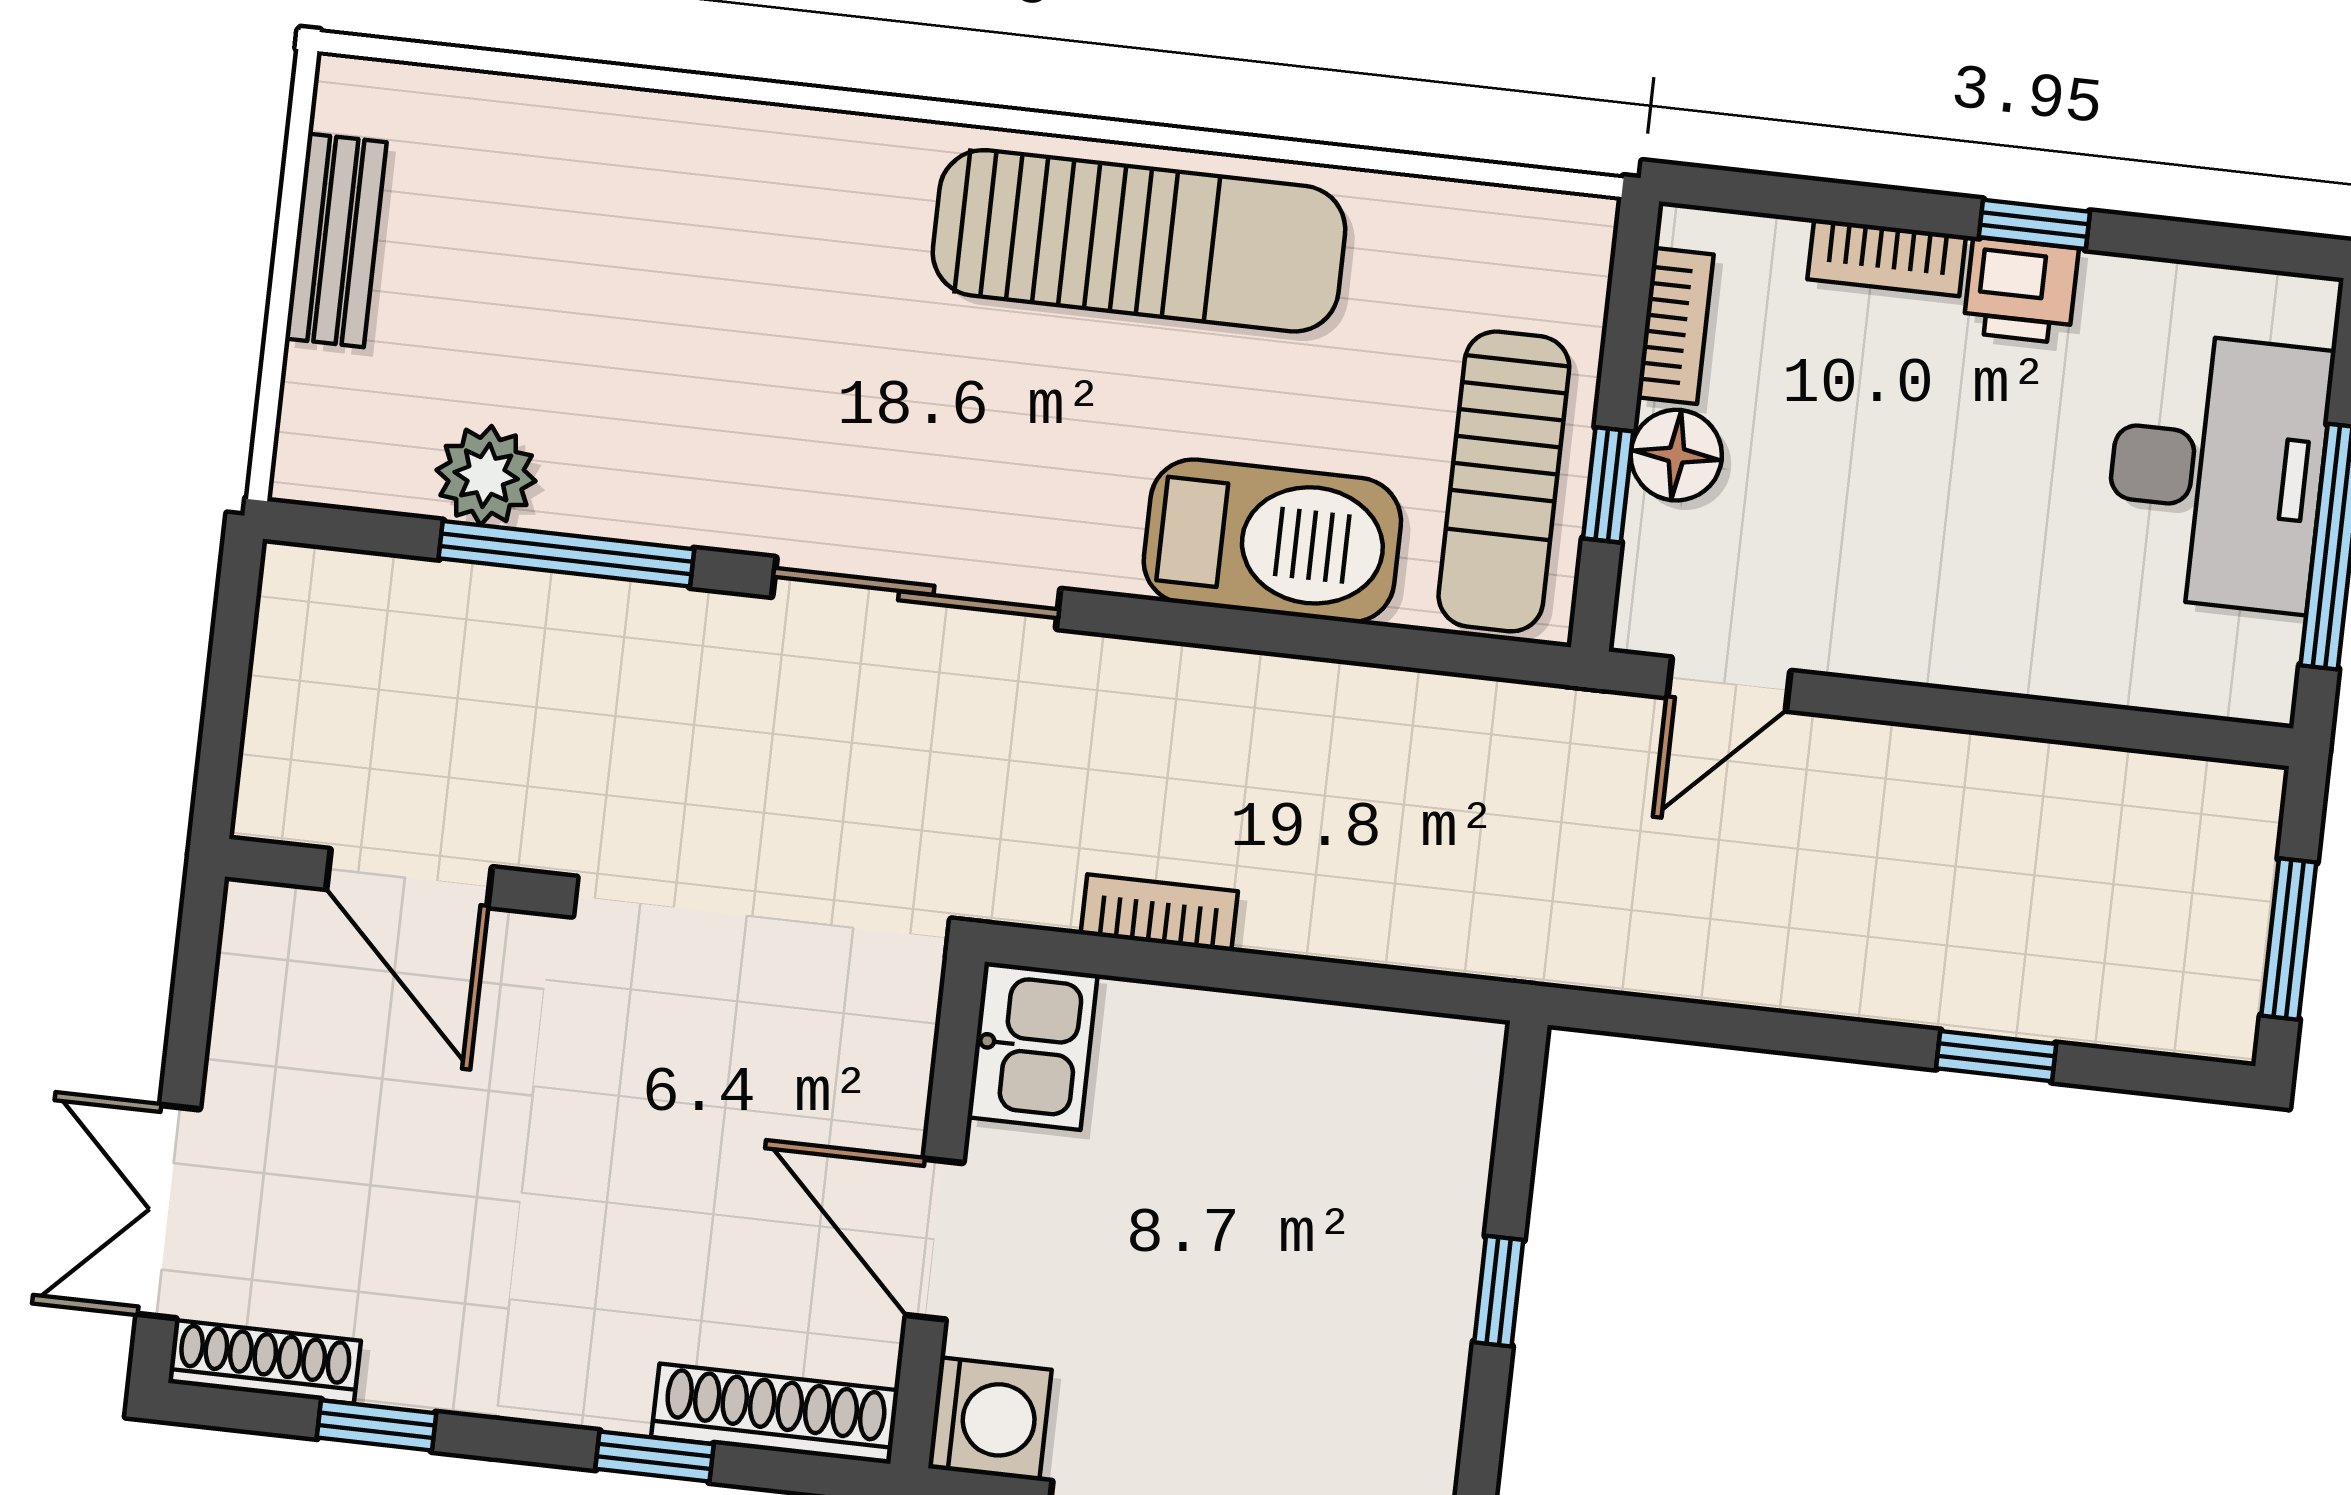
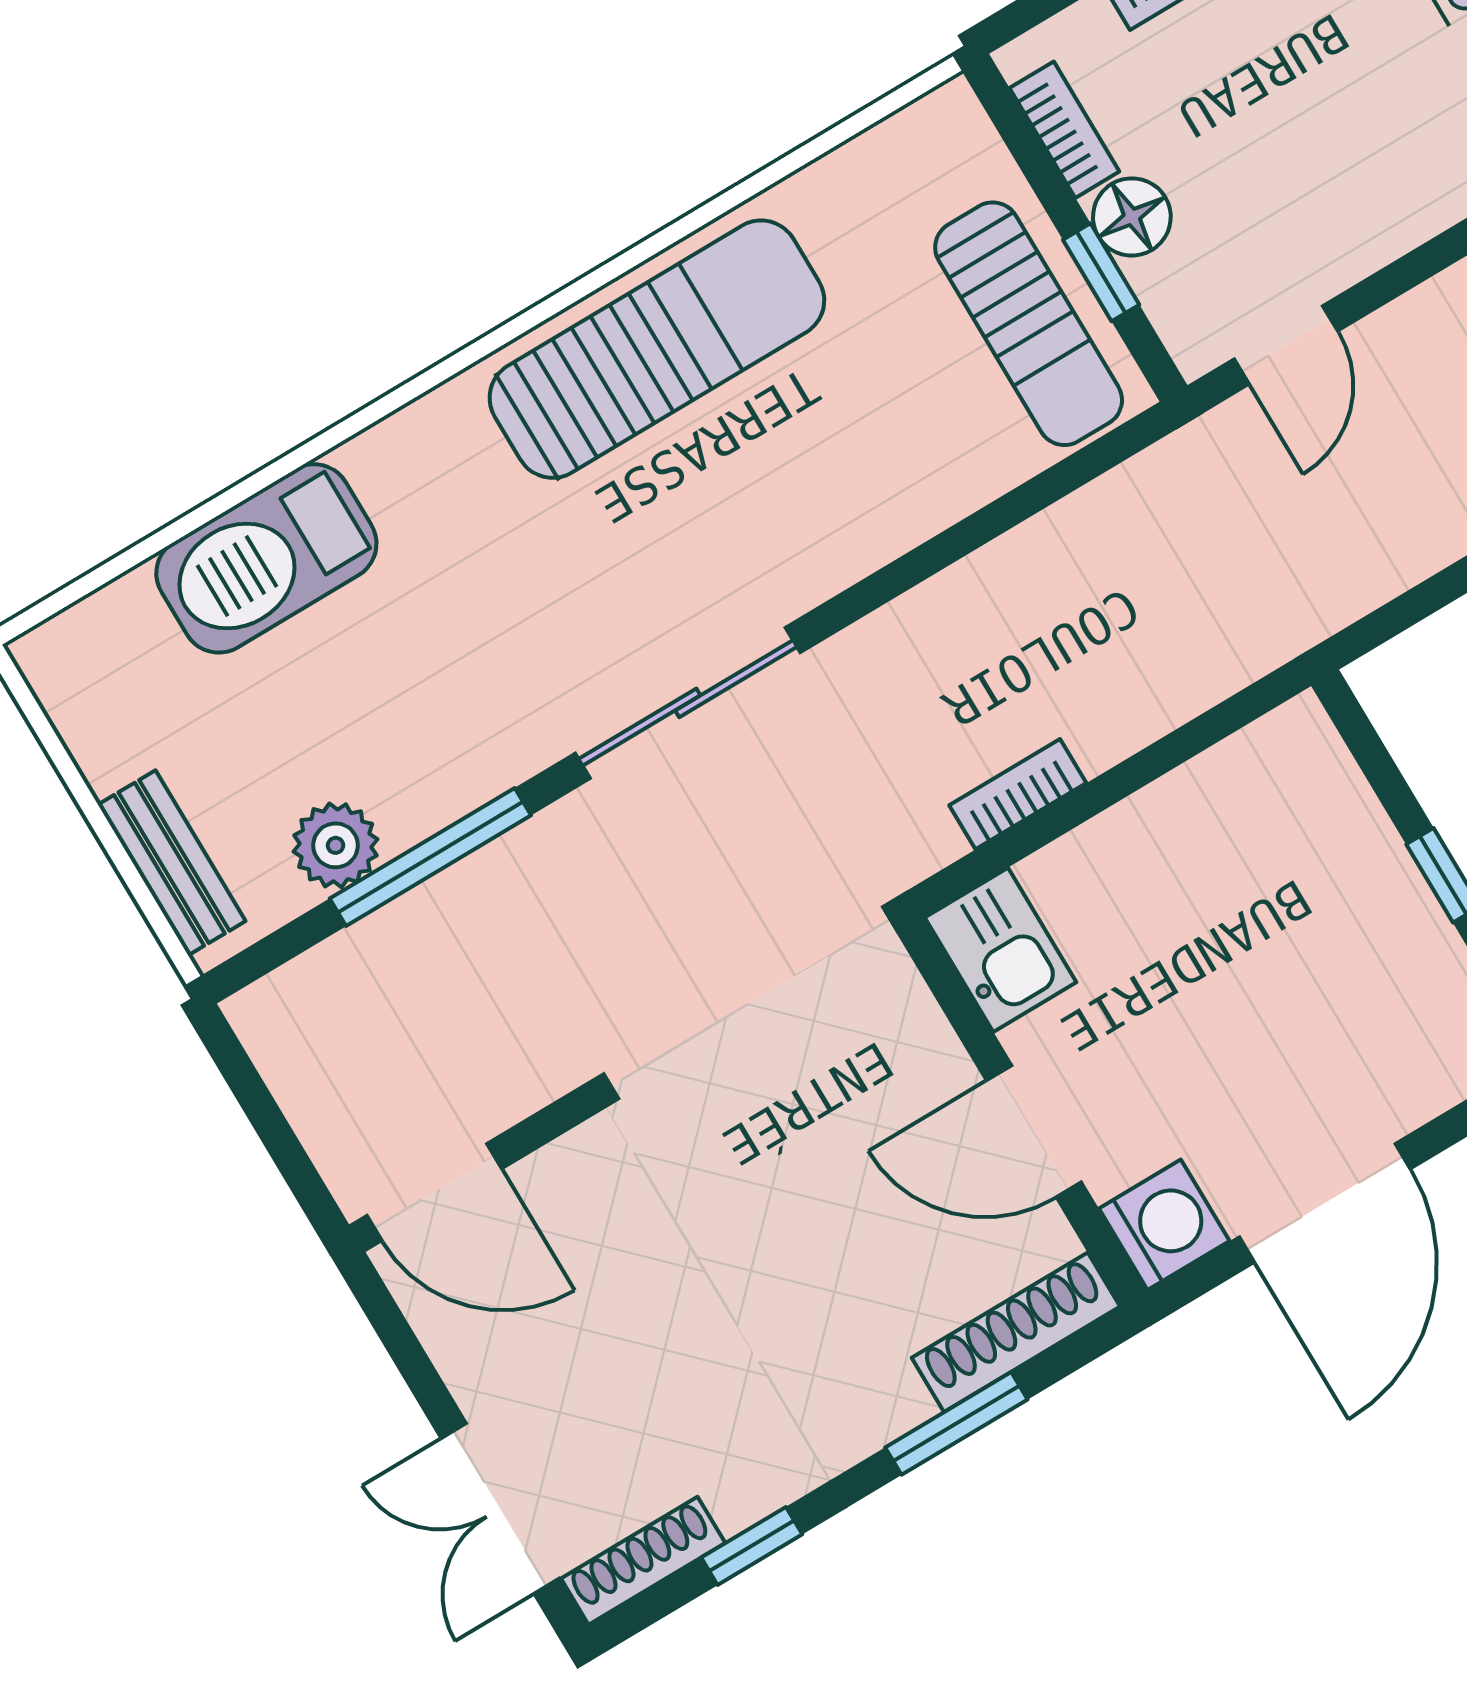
bench: (336, 240) -> (172, 863), moved
barbecue: (1272, 541) -> (266, 558), moved, turned 180
door: (409, 878) -> (434, 1192), moved
window: (655, 1457) -> (956, 1423), width x1.50

